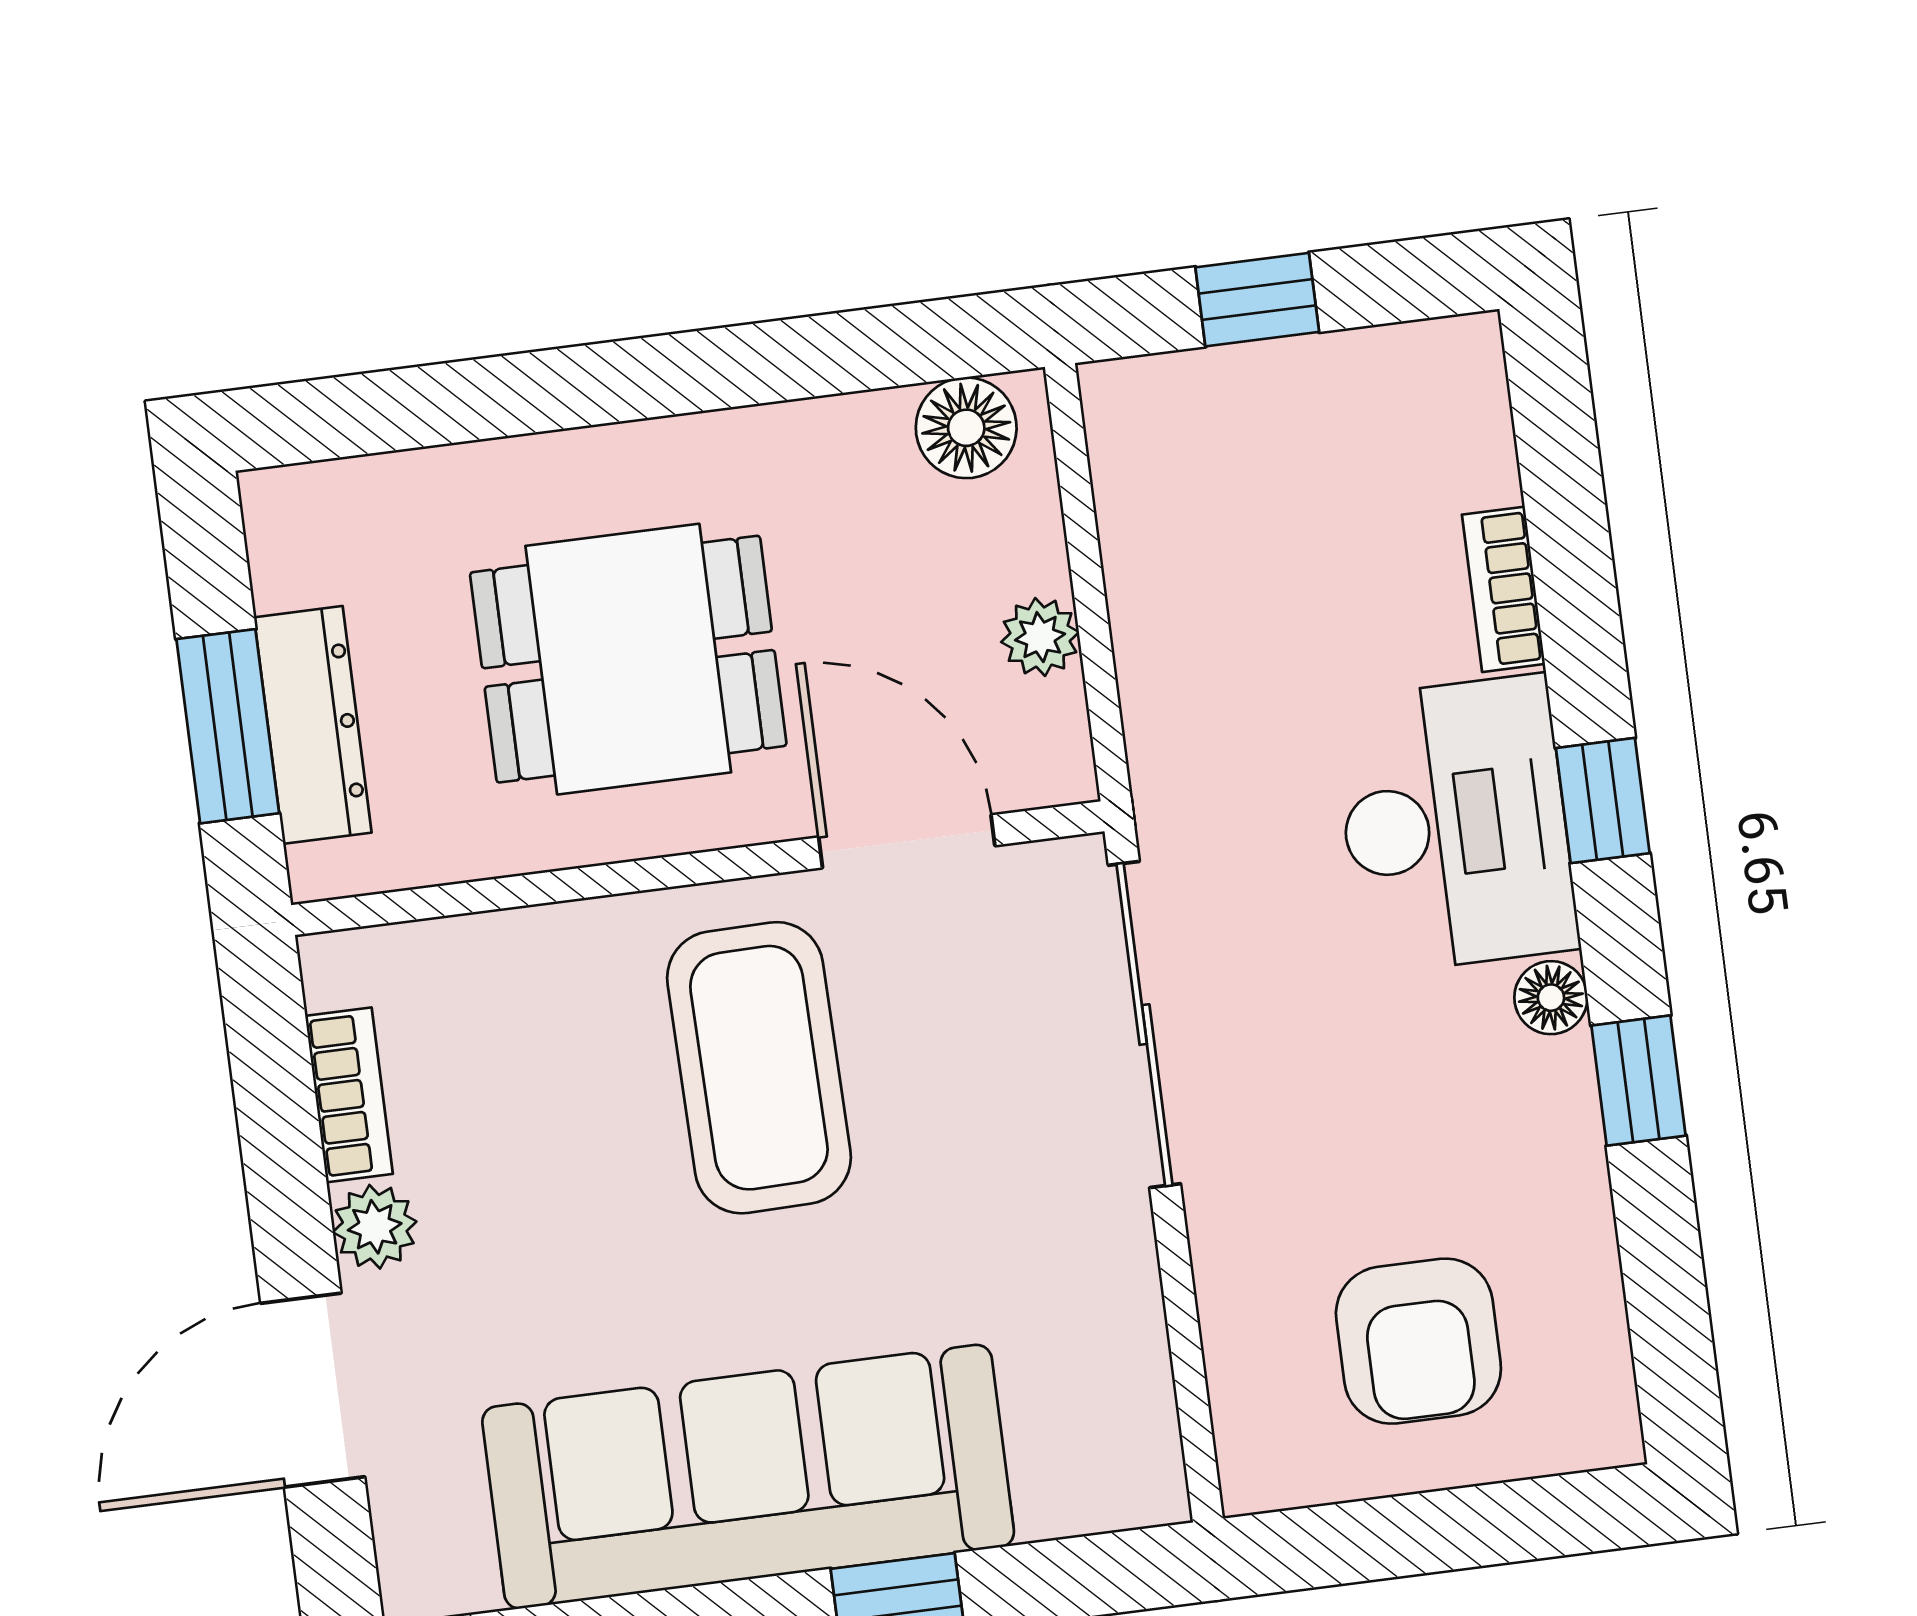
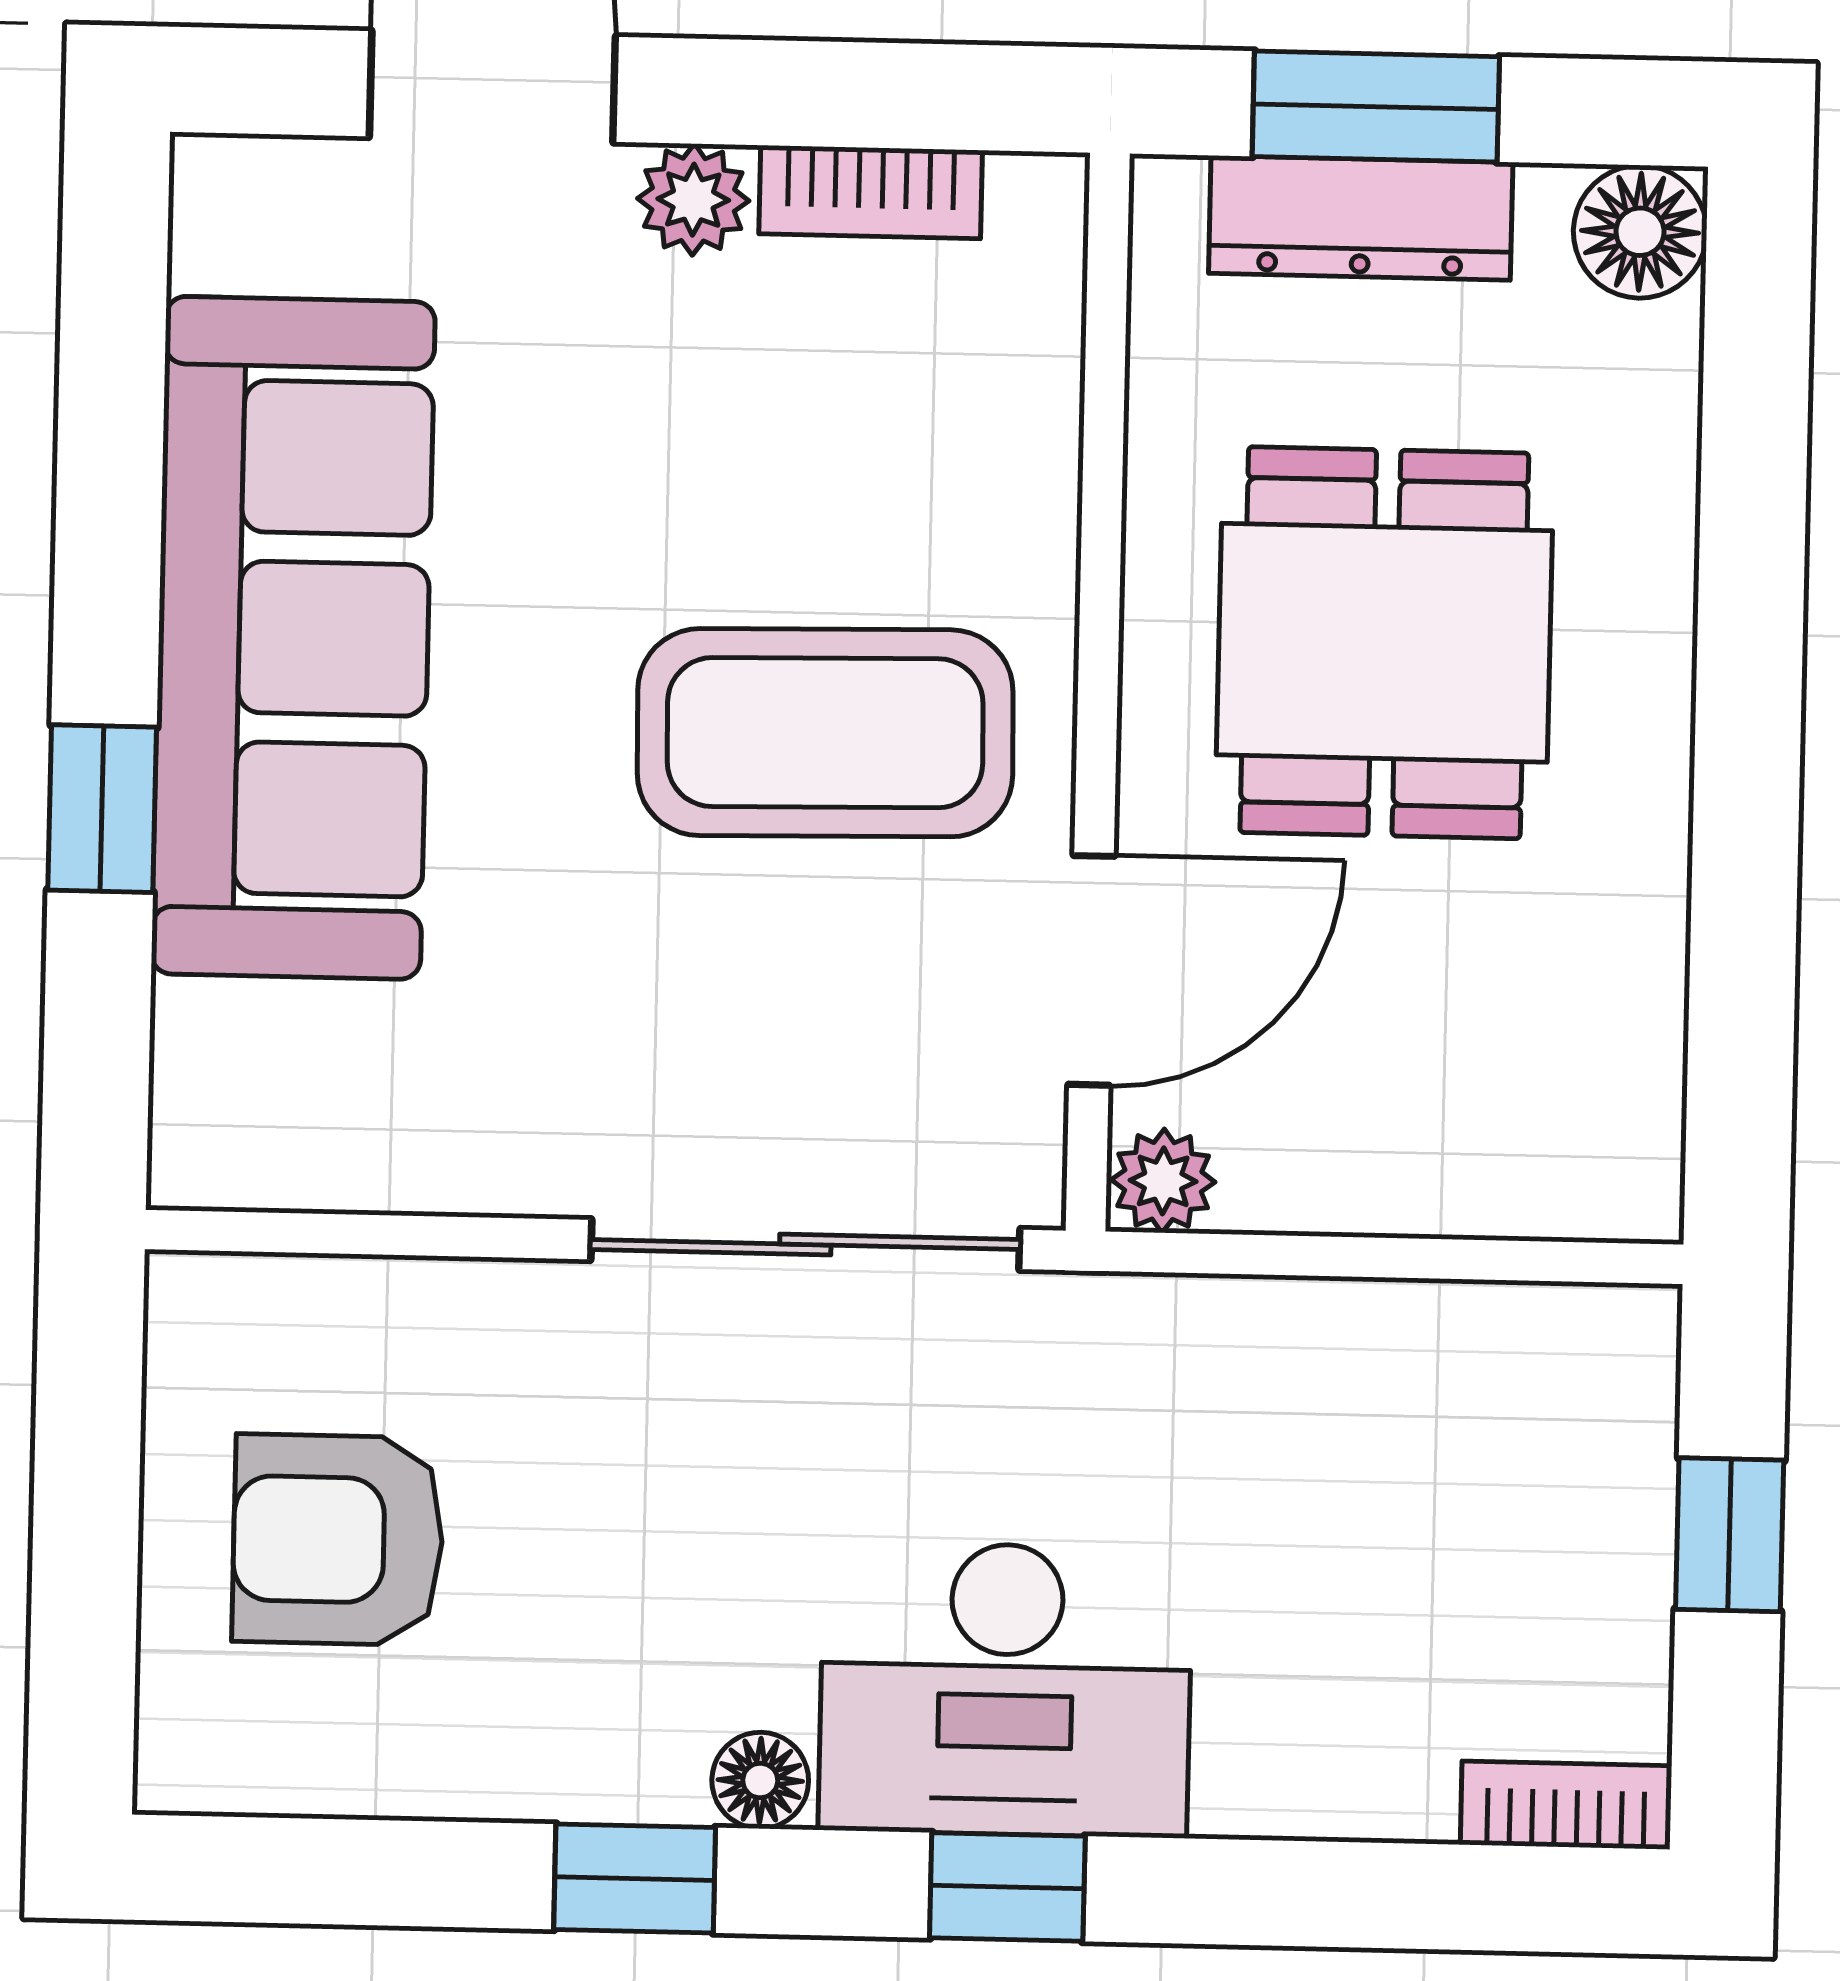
floor lamp: (966, 428) -> (1640, 232), moved
bookcase: (1503, 589) -> (1566, 1805), moved
plant: (1040, 637) -> (1163, 1181), moved

